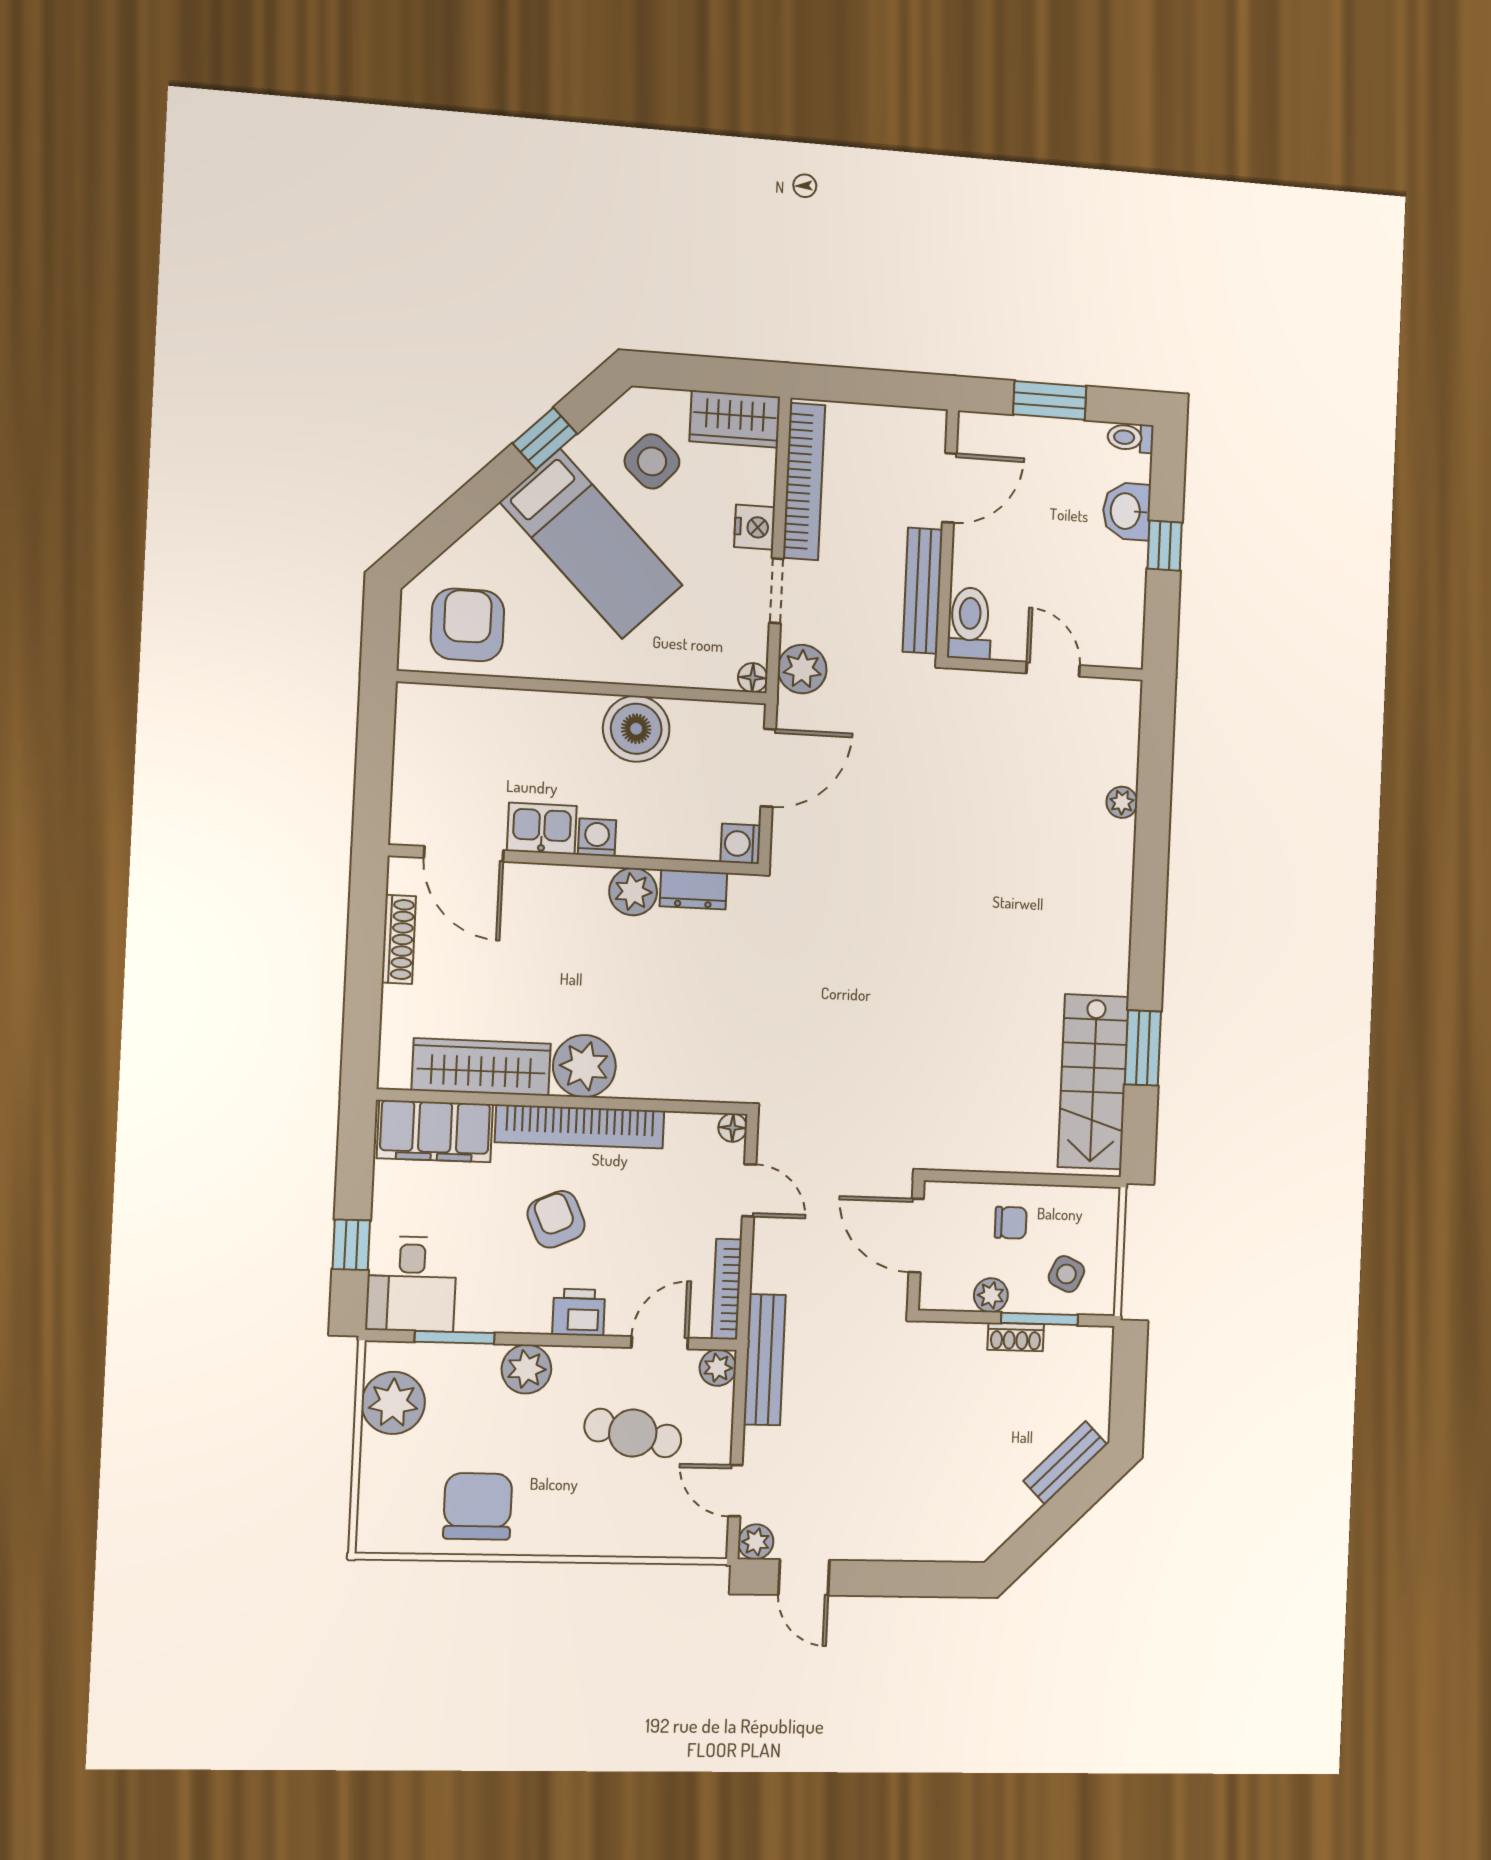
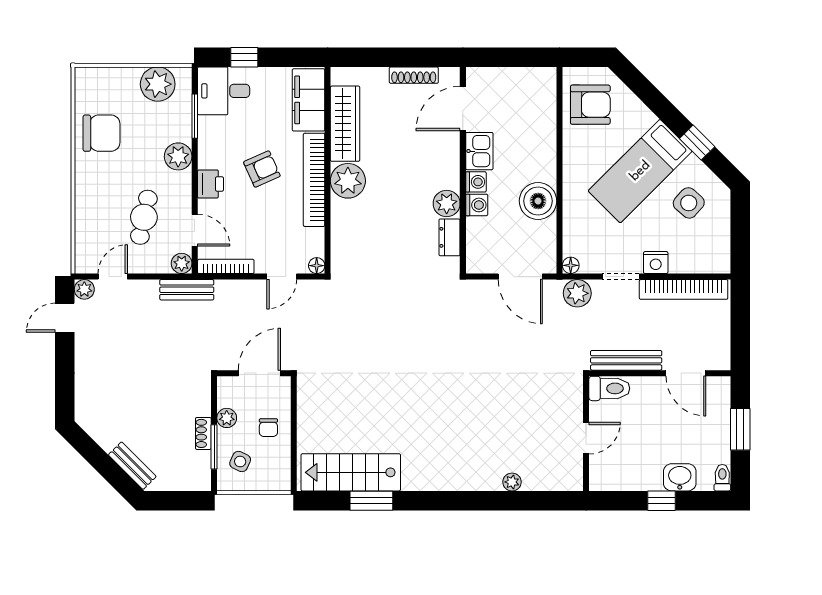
wardrobe: (735, 419) -> (716, 249), removed
washing machine: (740, 844) -> (477, 205), moved, turned 90
bench: (765, 1360) -> (187, 290), width x0.73

